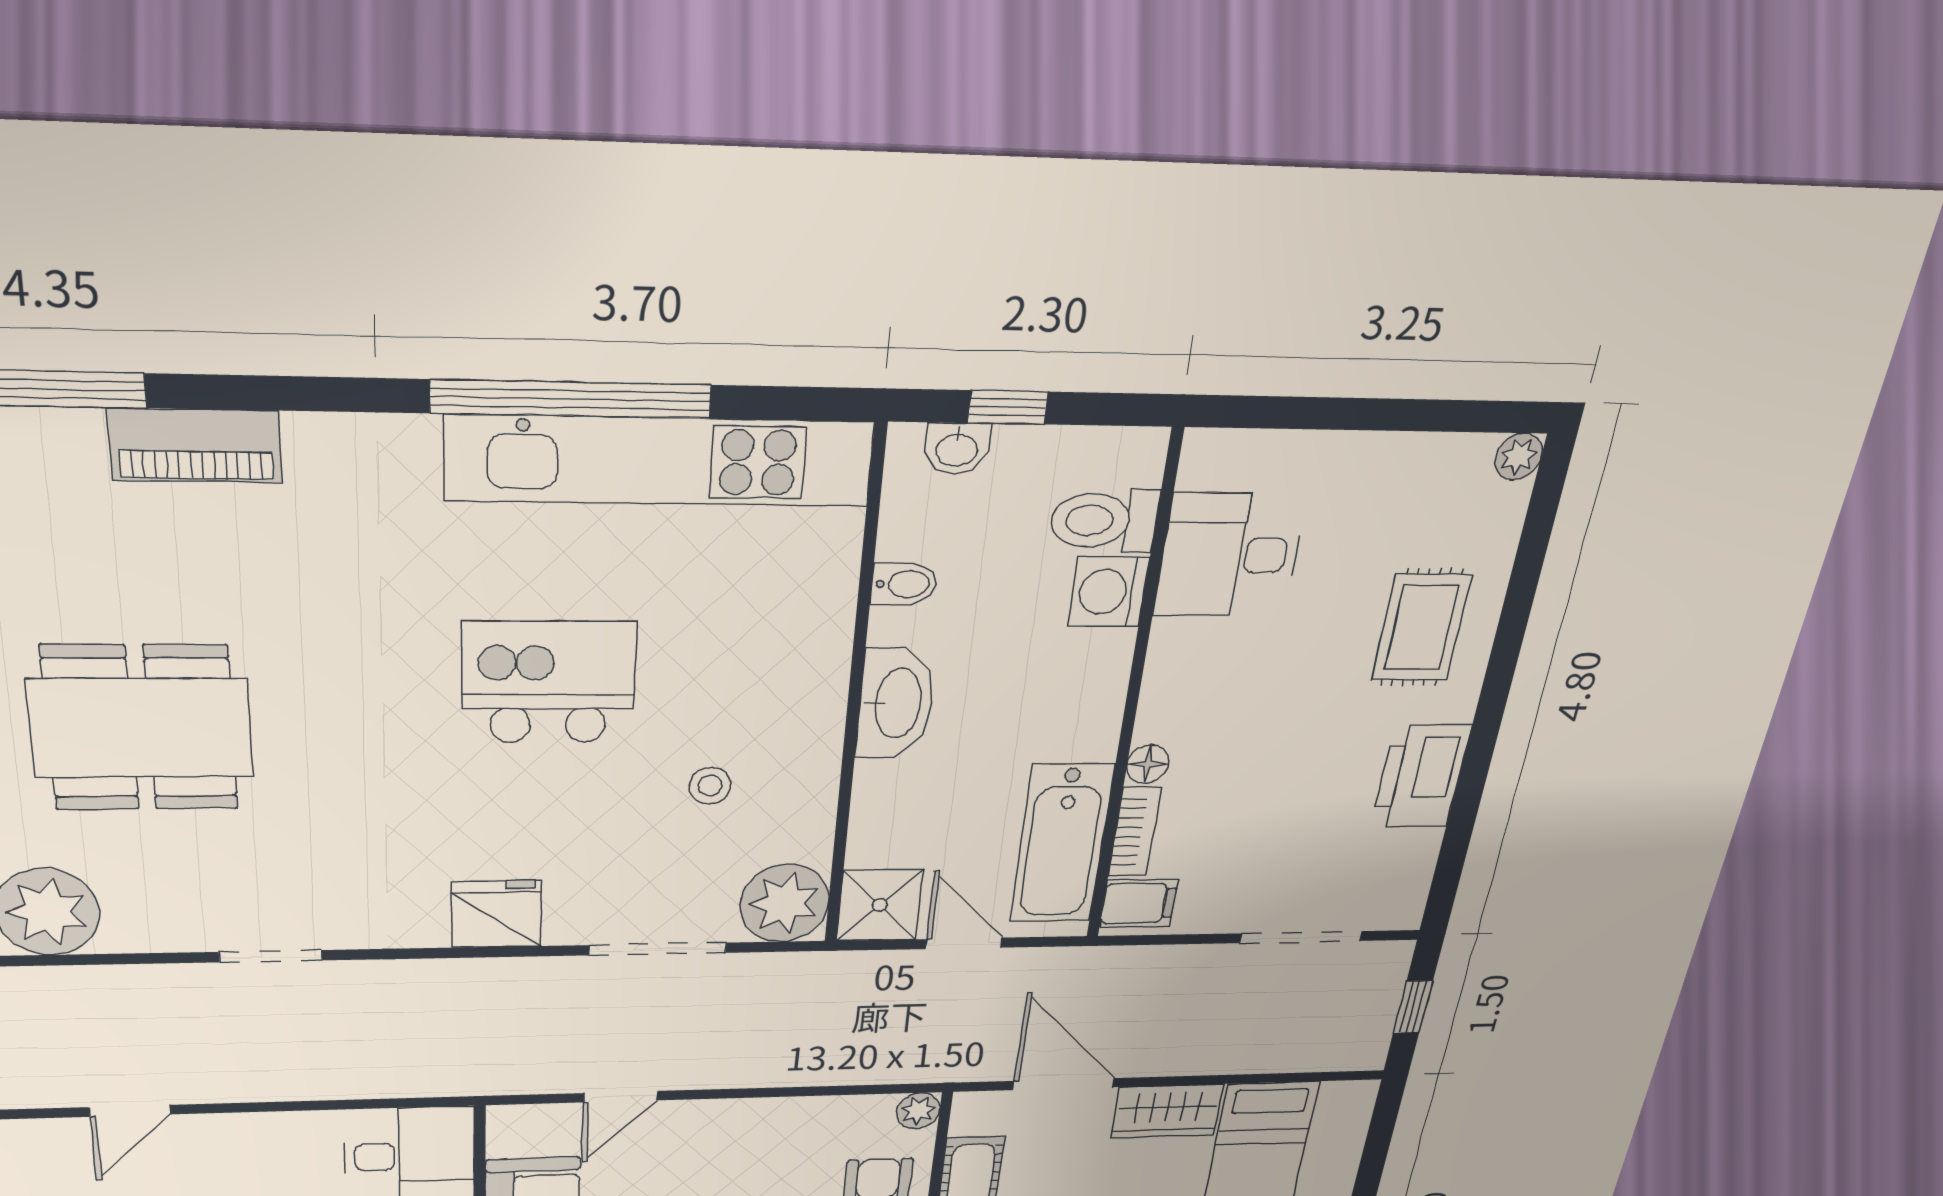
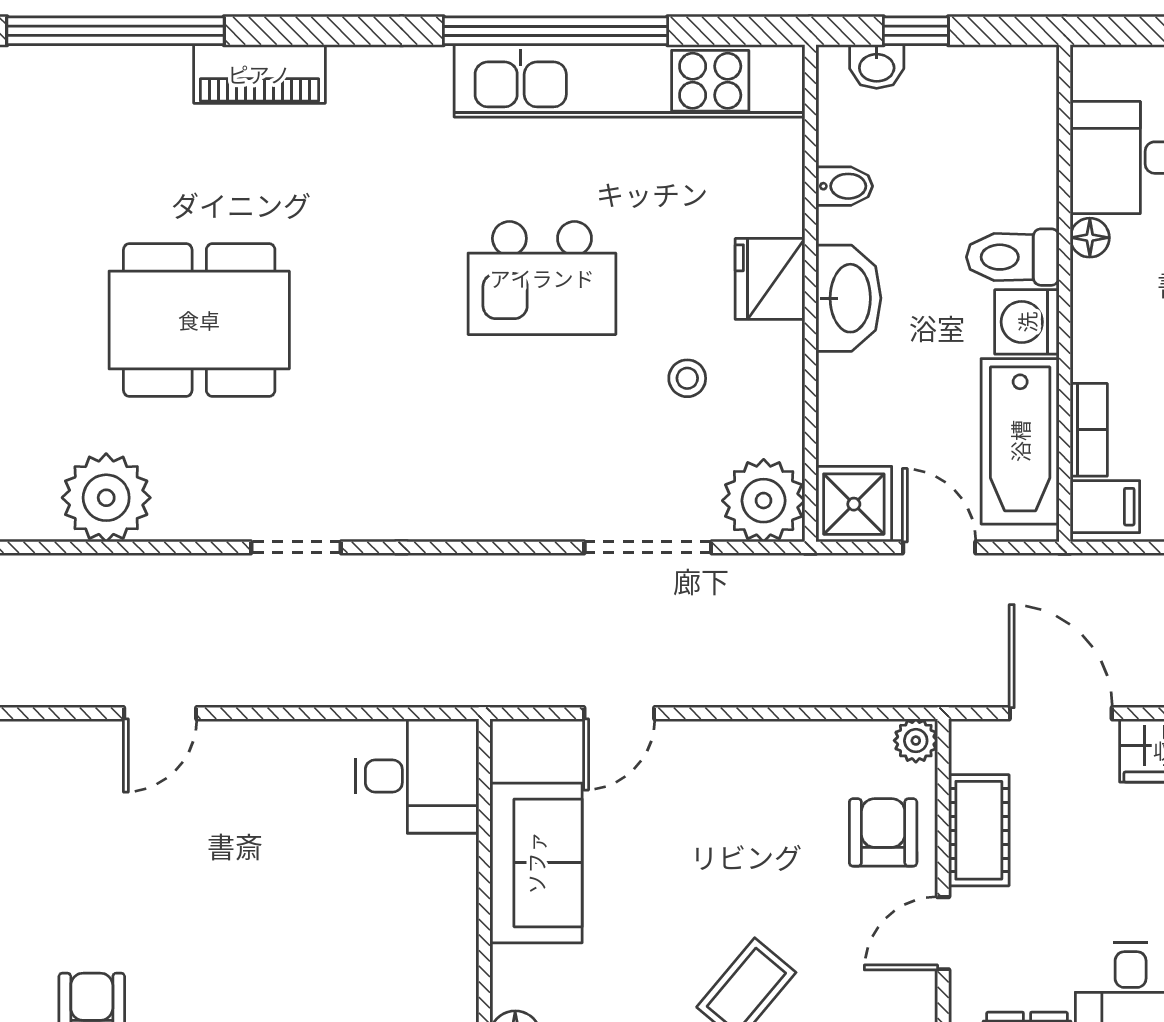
toilet: (1104, 520) -> (1013, 257), moved
washing machine: (1109, 592) -> (1027, 322), moved
kitchen island: (549, 682) -> (542, 278), turned 180
floor lamp: (1148, 764) -> (1090, 238), moved
fridge: (497, 914) -> (770, 279), moved, turned -90

